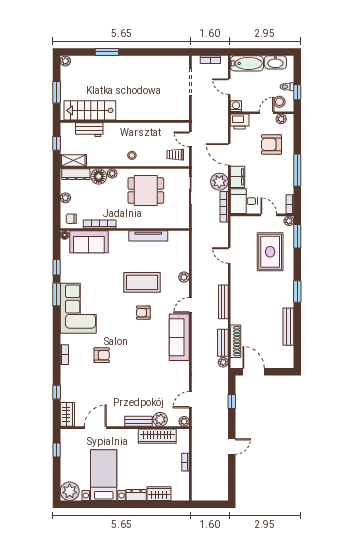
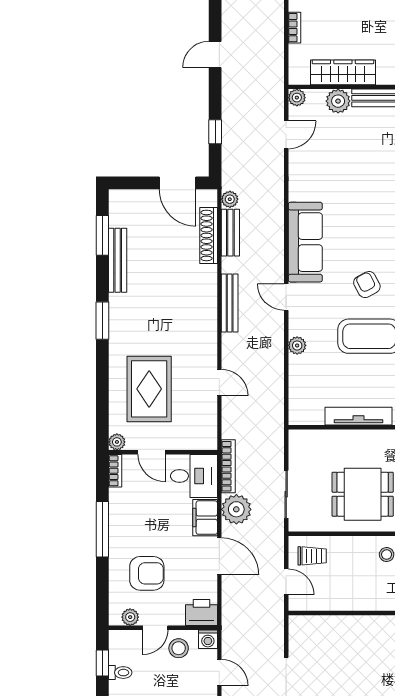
stool: (279, 102) -> (179, 648), moved
window: (297, 236) -> (102, 235), moved
door: (190, 305) -> (286, 297), swing flipped
armchair: (143, 313) -> (367, 285), turned -118

